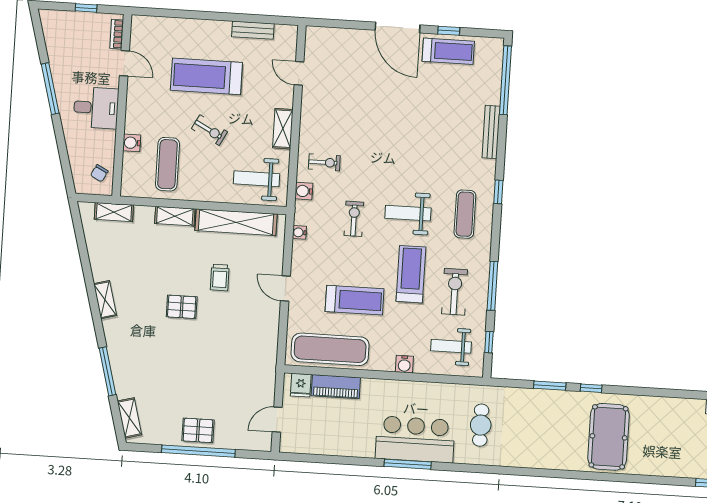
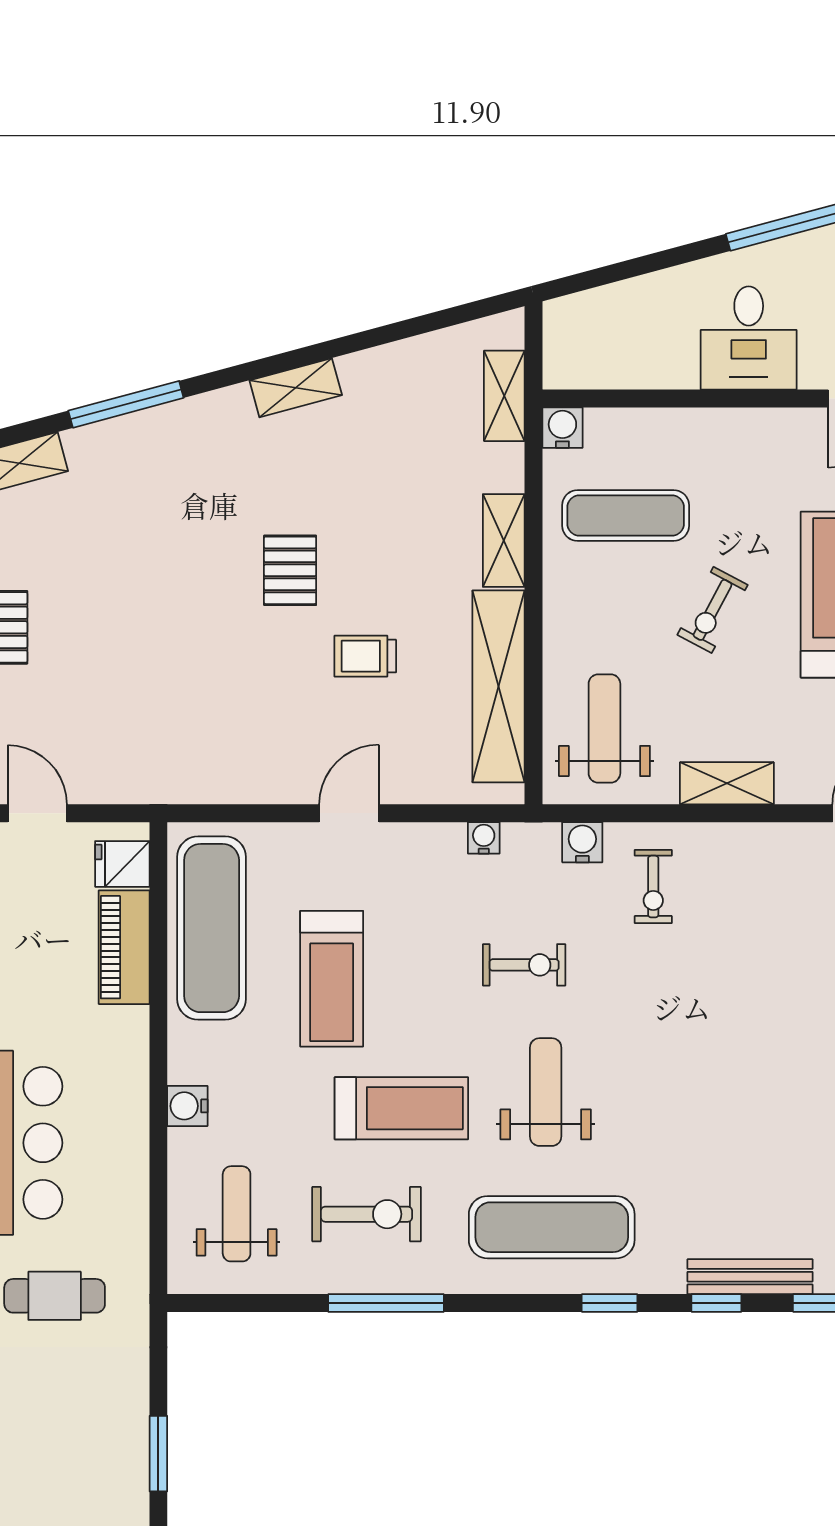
water cooler: (132, 143) -> (562, 428), moved
chair: (99, 173) -> (594, 355), removed
exercise mat: (465, 214) -> (552, 1227), width x1.36, depth x1.45
window: (489, 342) -> (716, 1303), moved

